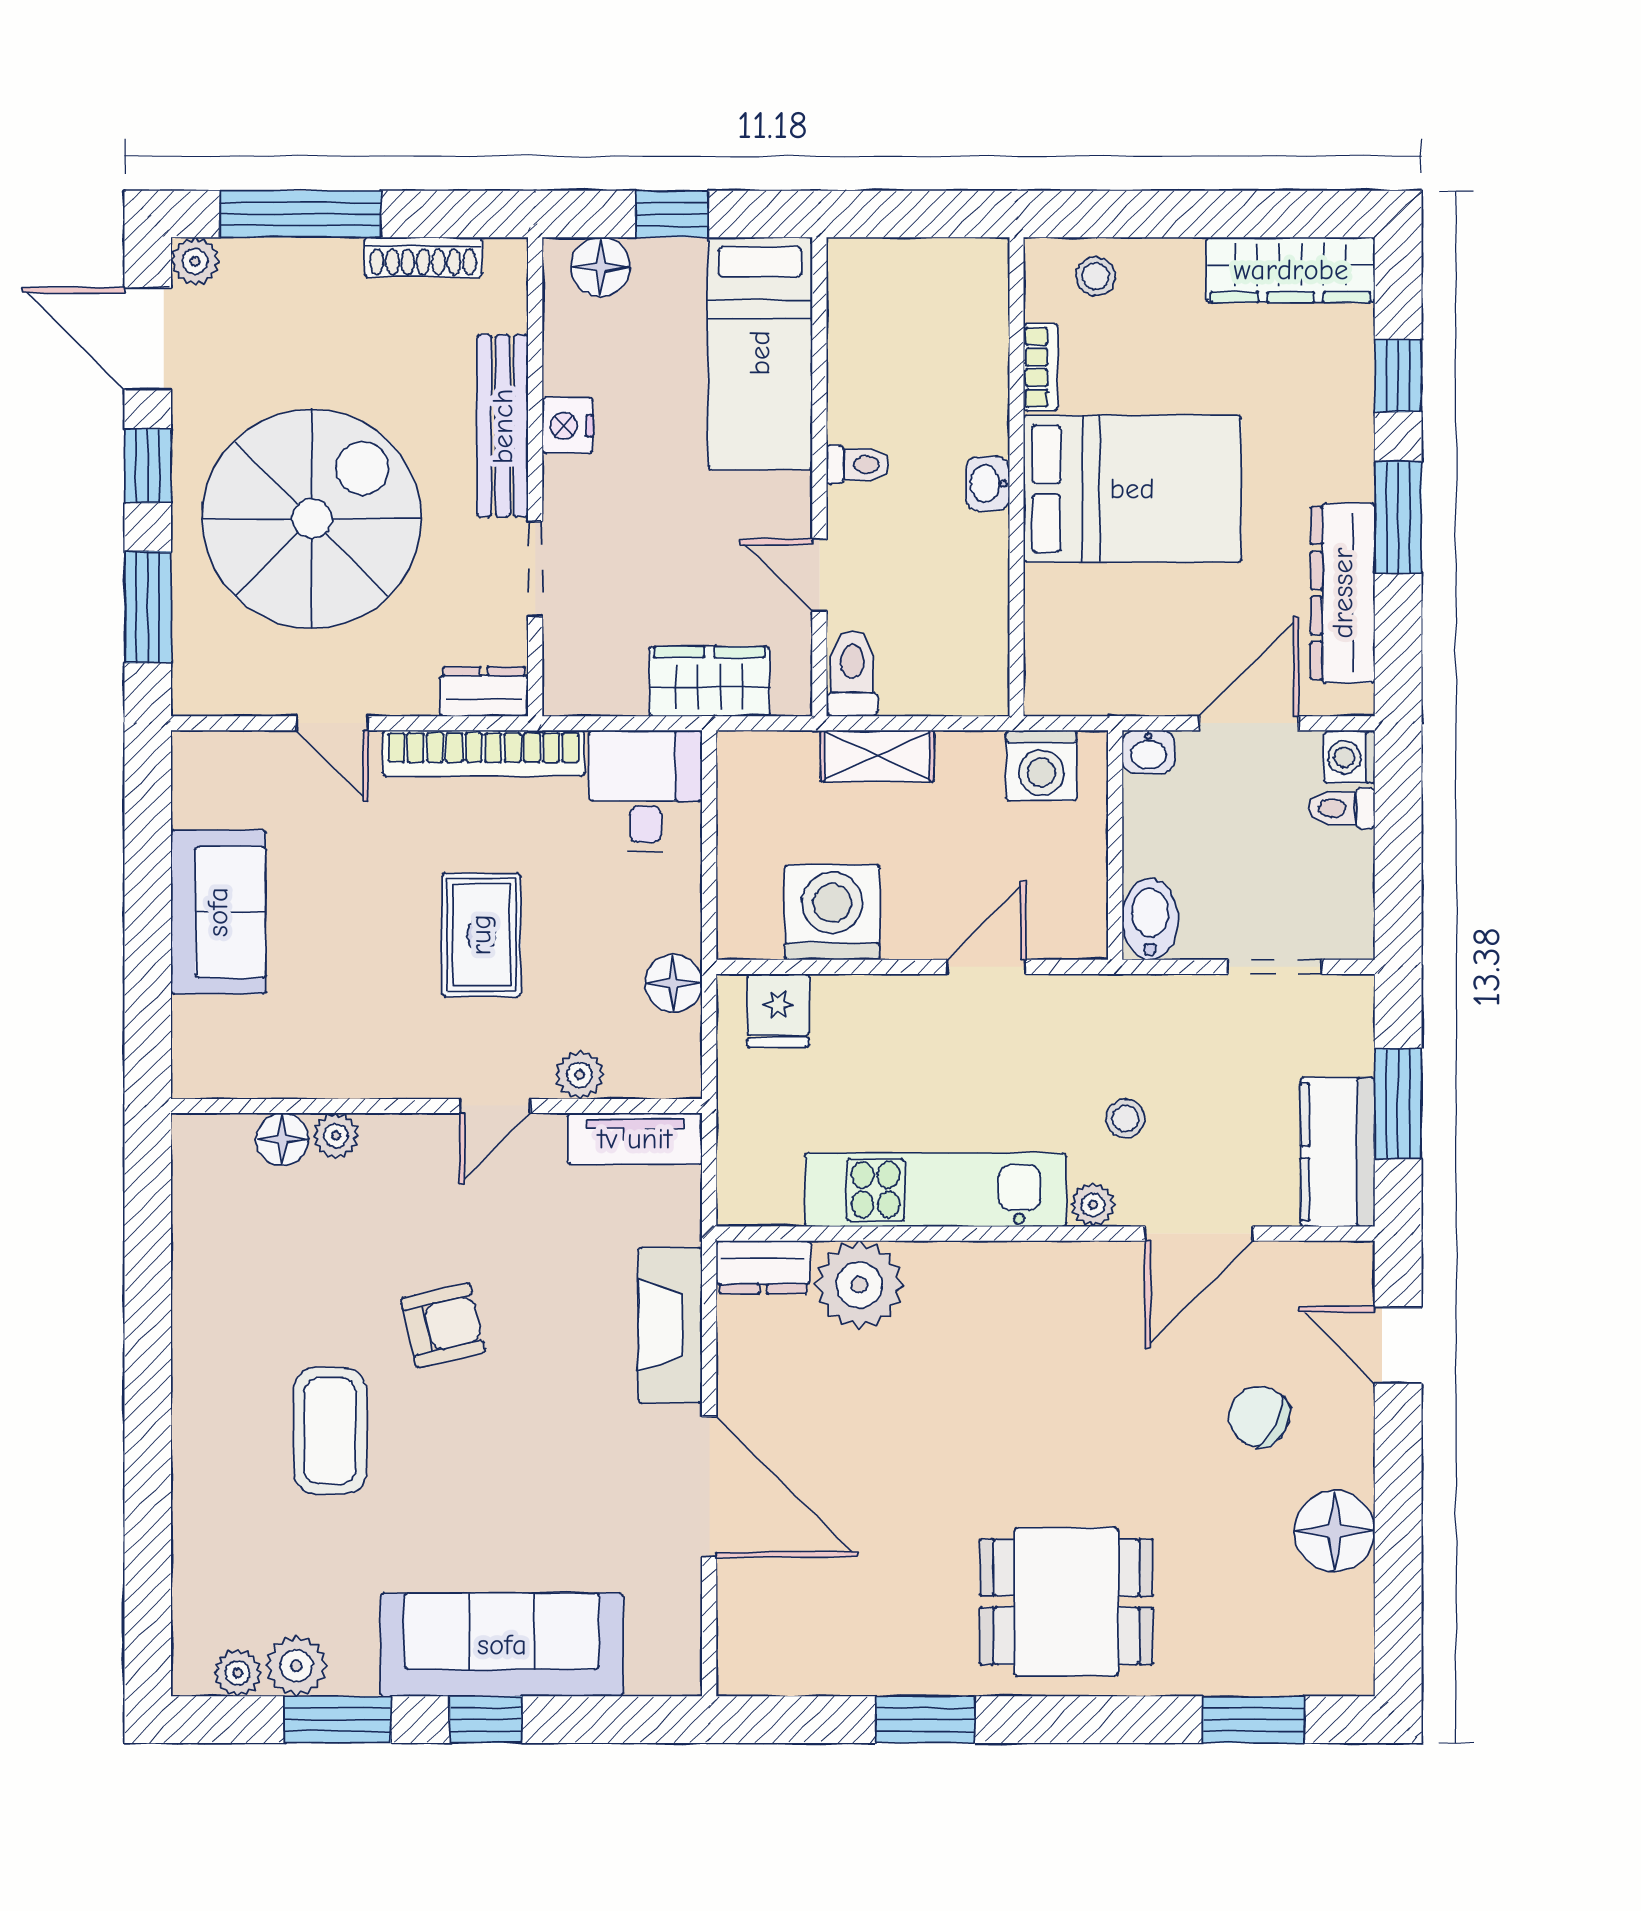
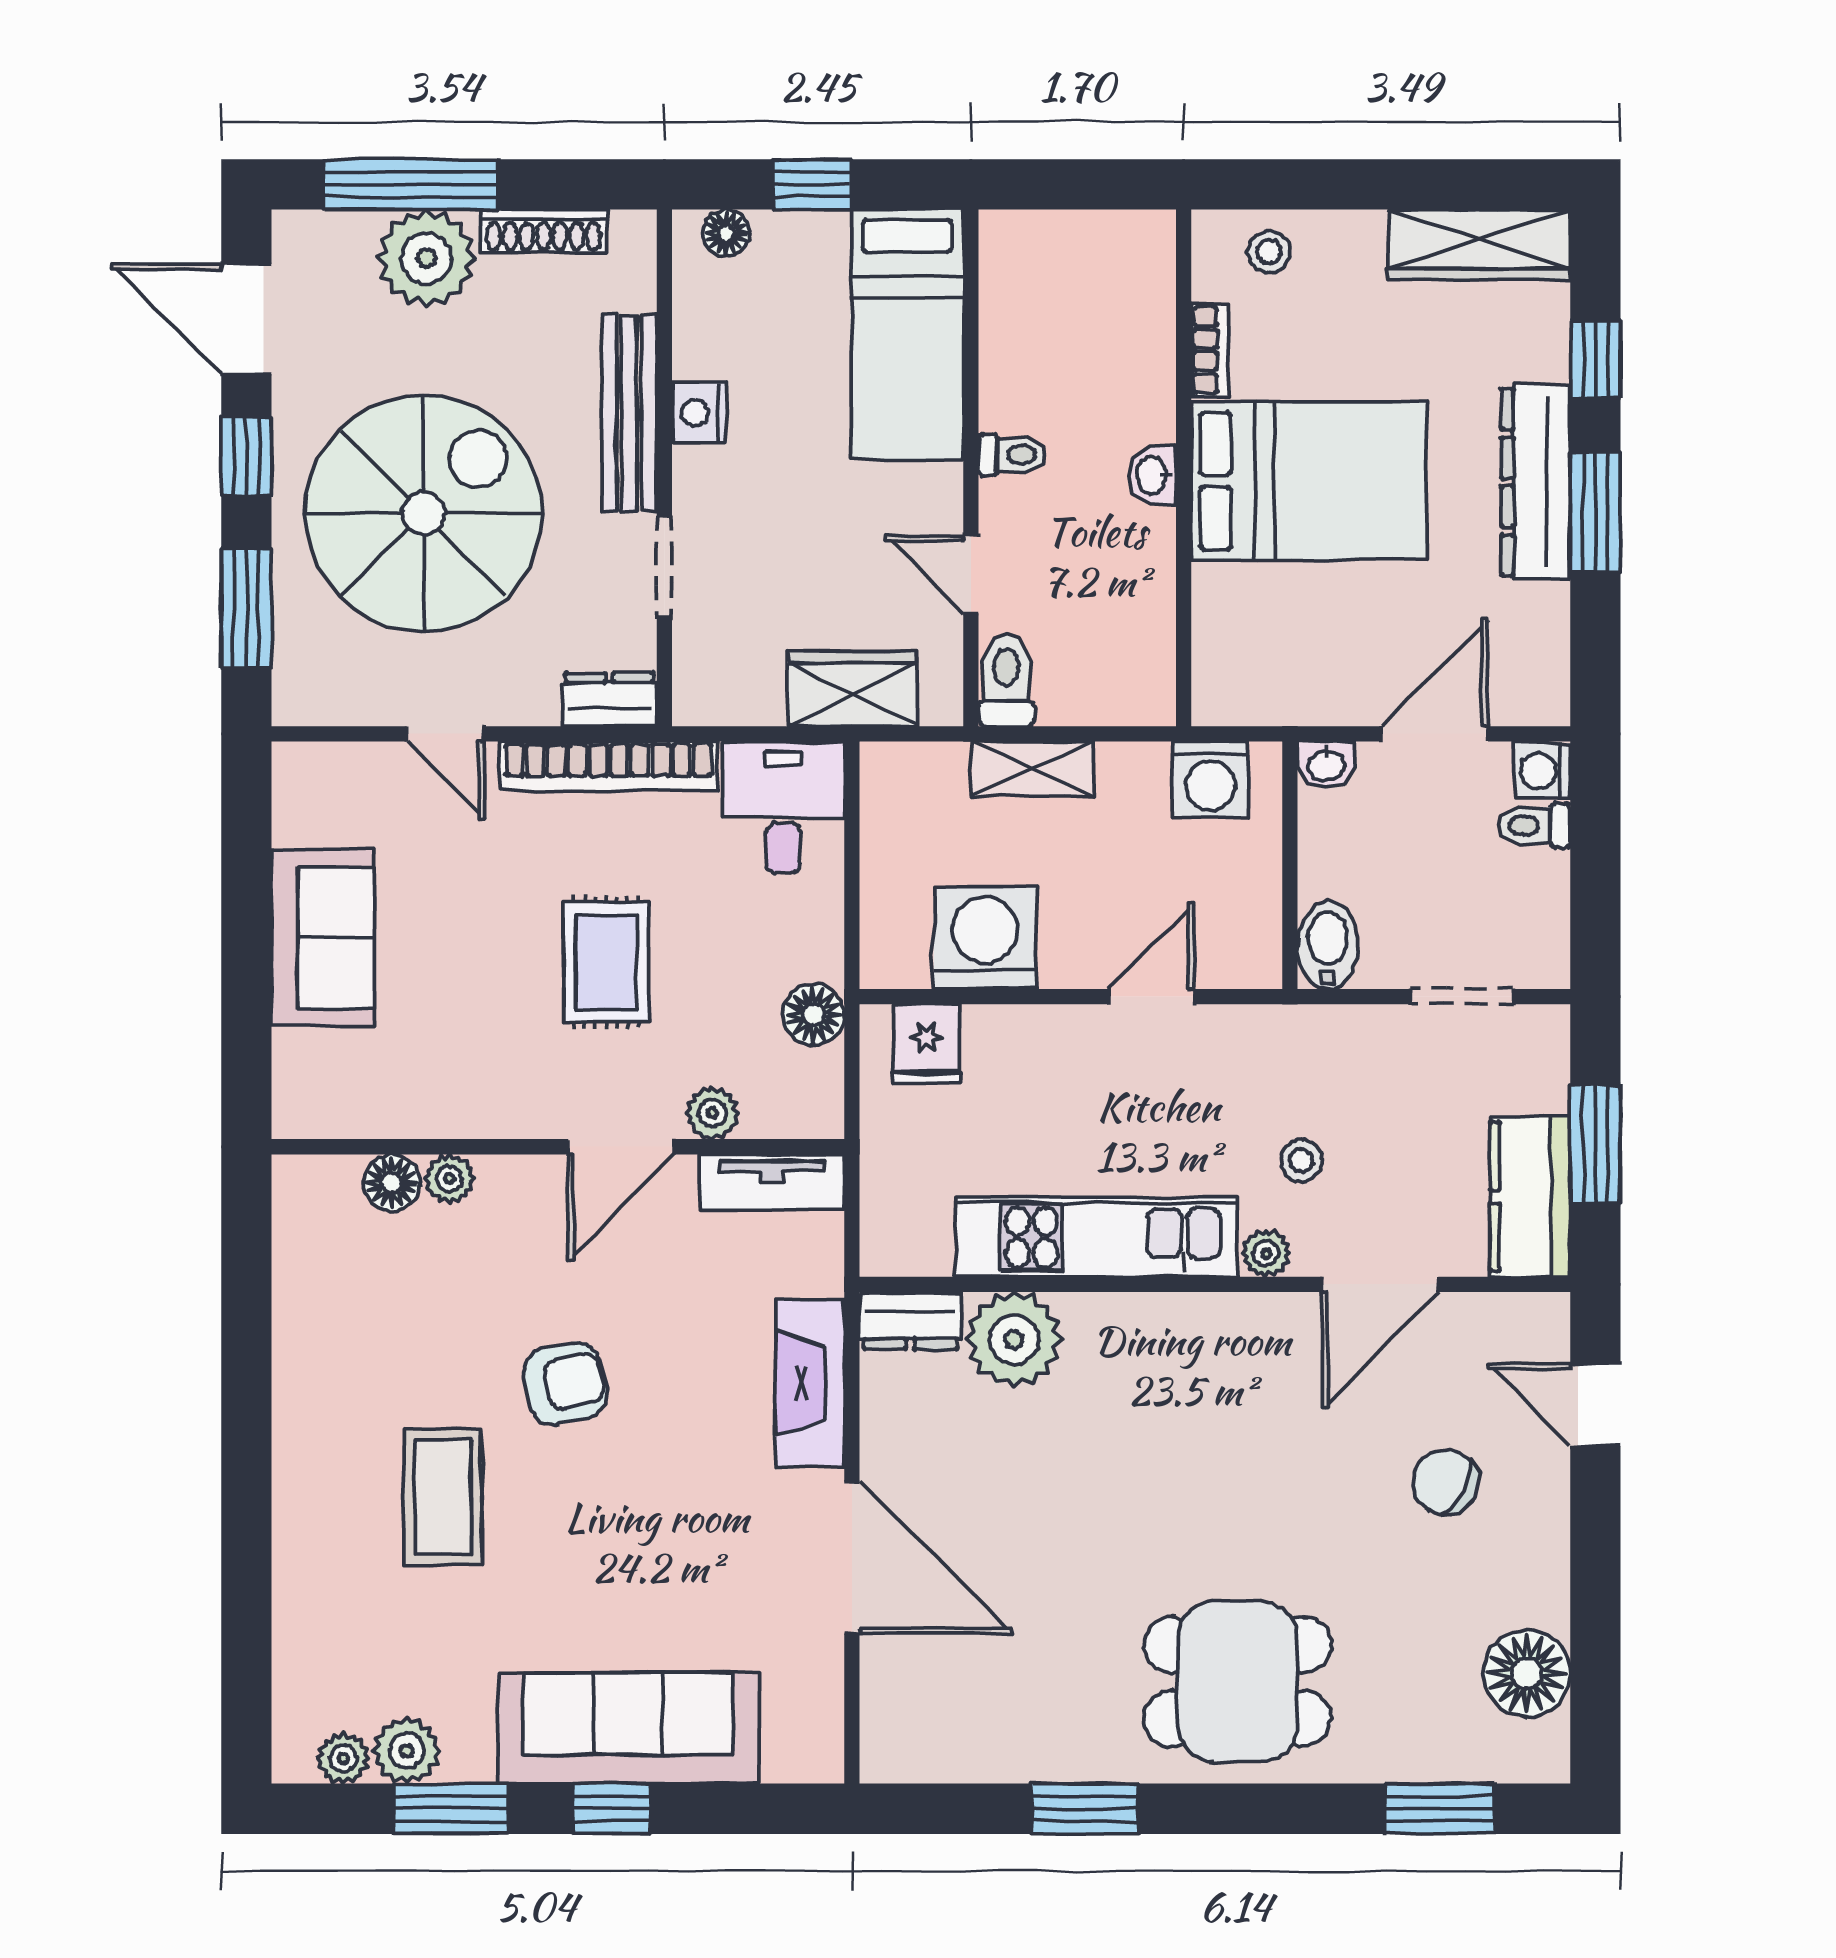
plant: (195, 261) -> (426, 258), moved, width x1.88, depth x1.88
floor lamp: (601, 267) -> (726, 233), width x0.73, depth x0.73
dresser: (1343, 593) -> (1536, 482), moved
door: (495, 1106) -> (621, 1147), width x1.38
floor lamp: (1335, 1531) -> (1527, 1673), moved

